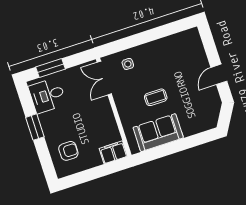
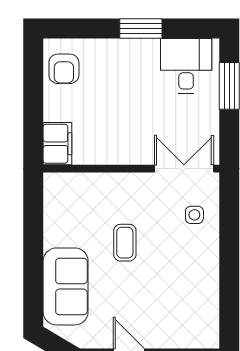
sofa: (158, 133) -> (66, 286), moved
armchair: (68, 151) -> (64, 69), moved

